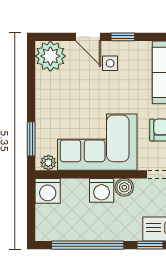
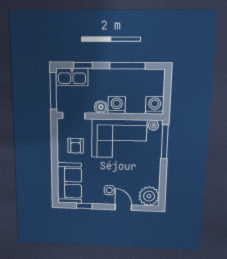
window: (123, 37) -> (84, 206), moved
window: (31, 139) -> (165, 142), width x1.44
window: (88, 245) -> (127, 66), width x0.68

